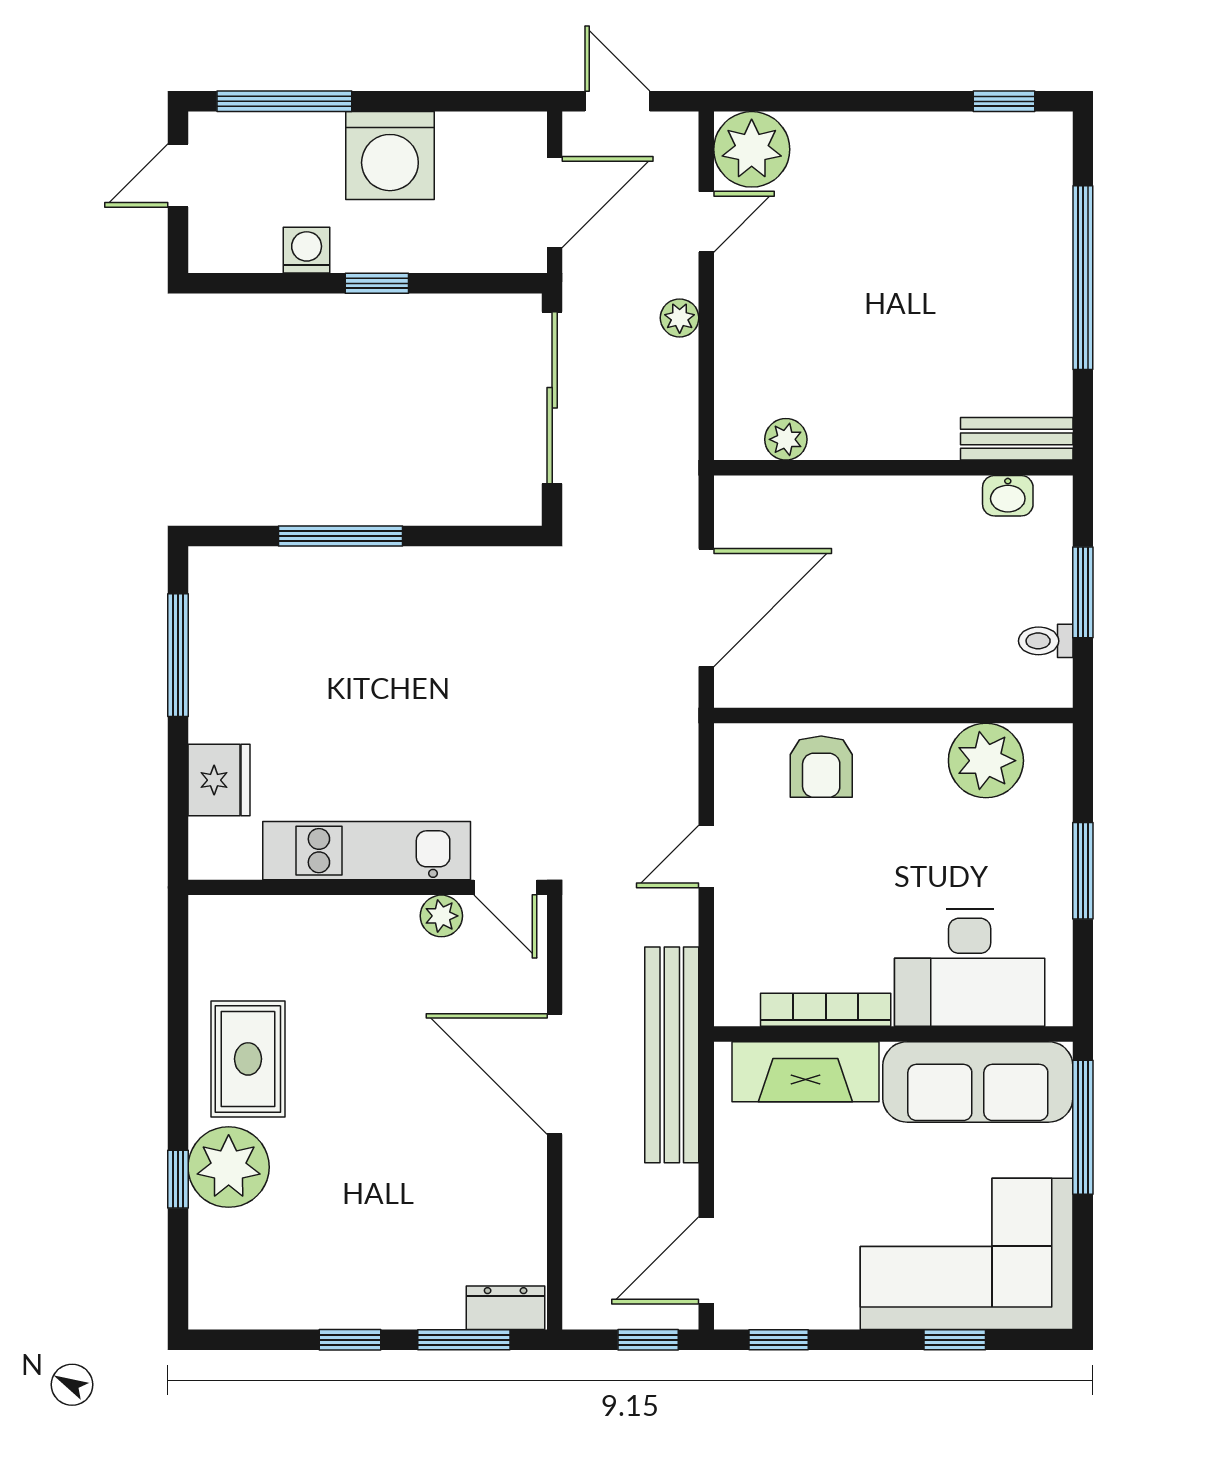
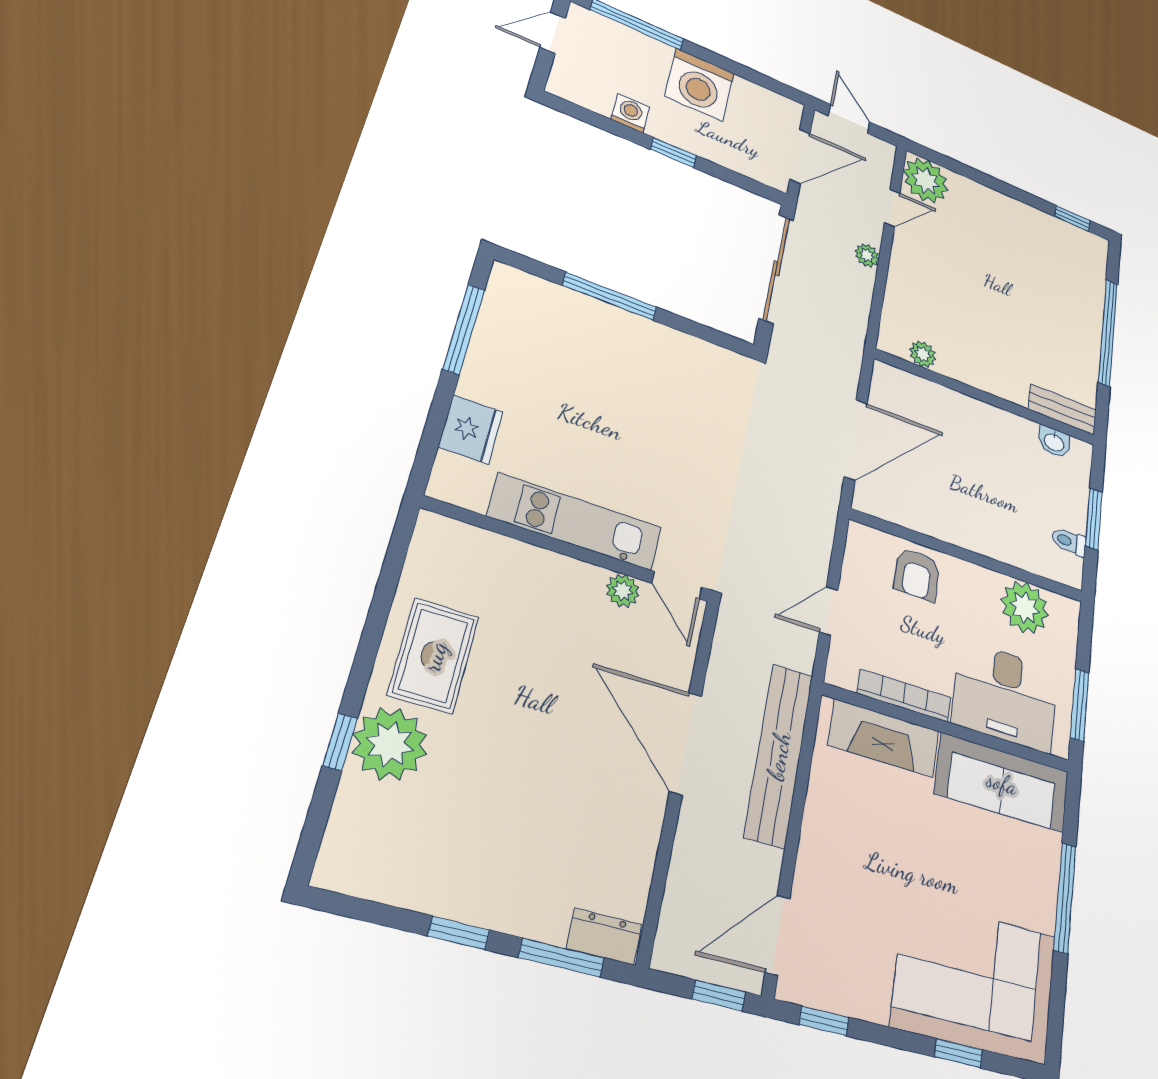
desk: (970, 968) -> (1005, 696), moved
bookcase: (826, 1010) -> (904, 696), moved
wall: (893, 1034) -> (949, 728), moved
fireplace: (805, 1072) -> (884, 738), moved
sofa: (978, 1082) -> (1002, 783), moved

